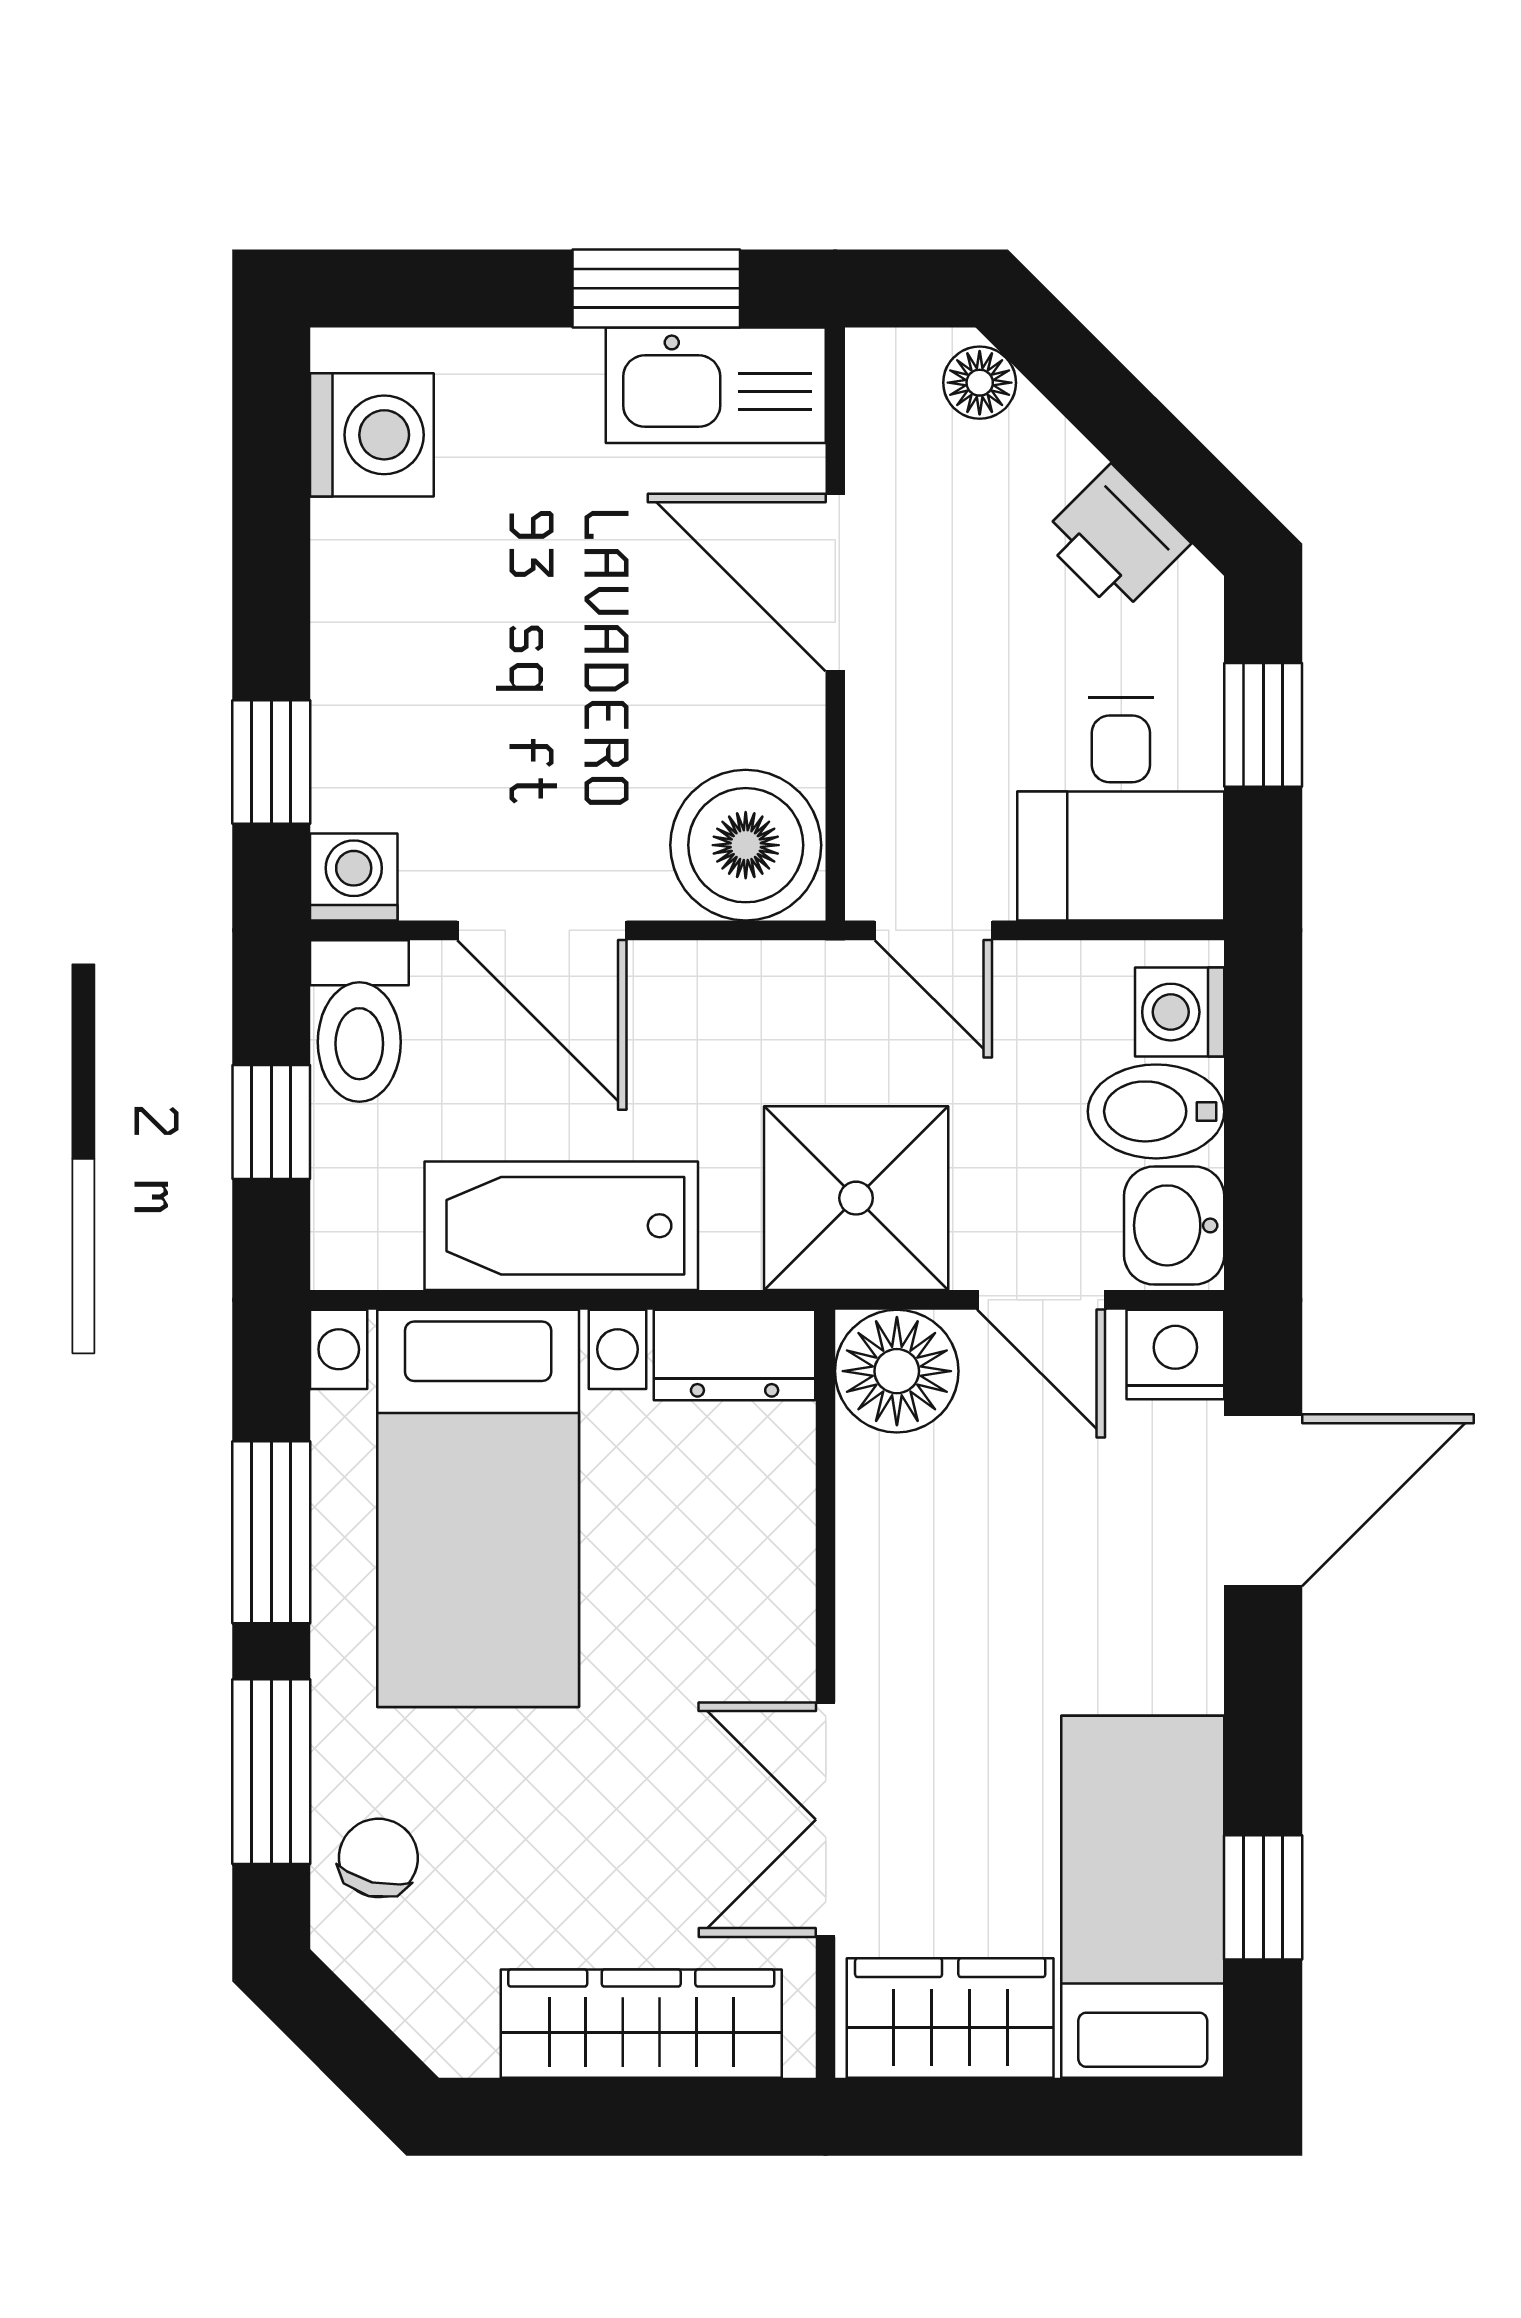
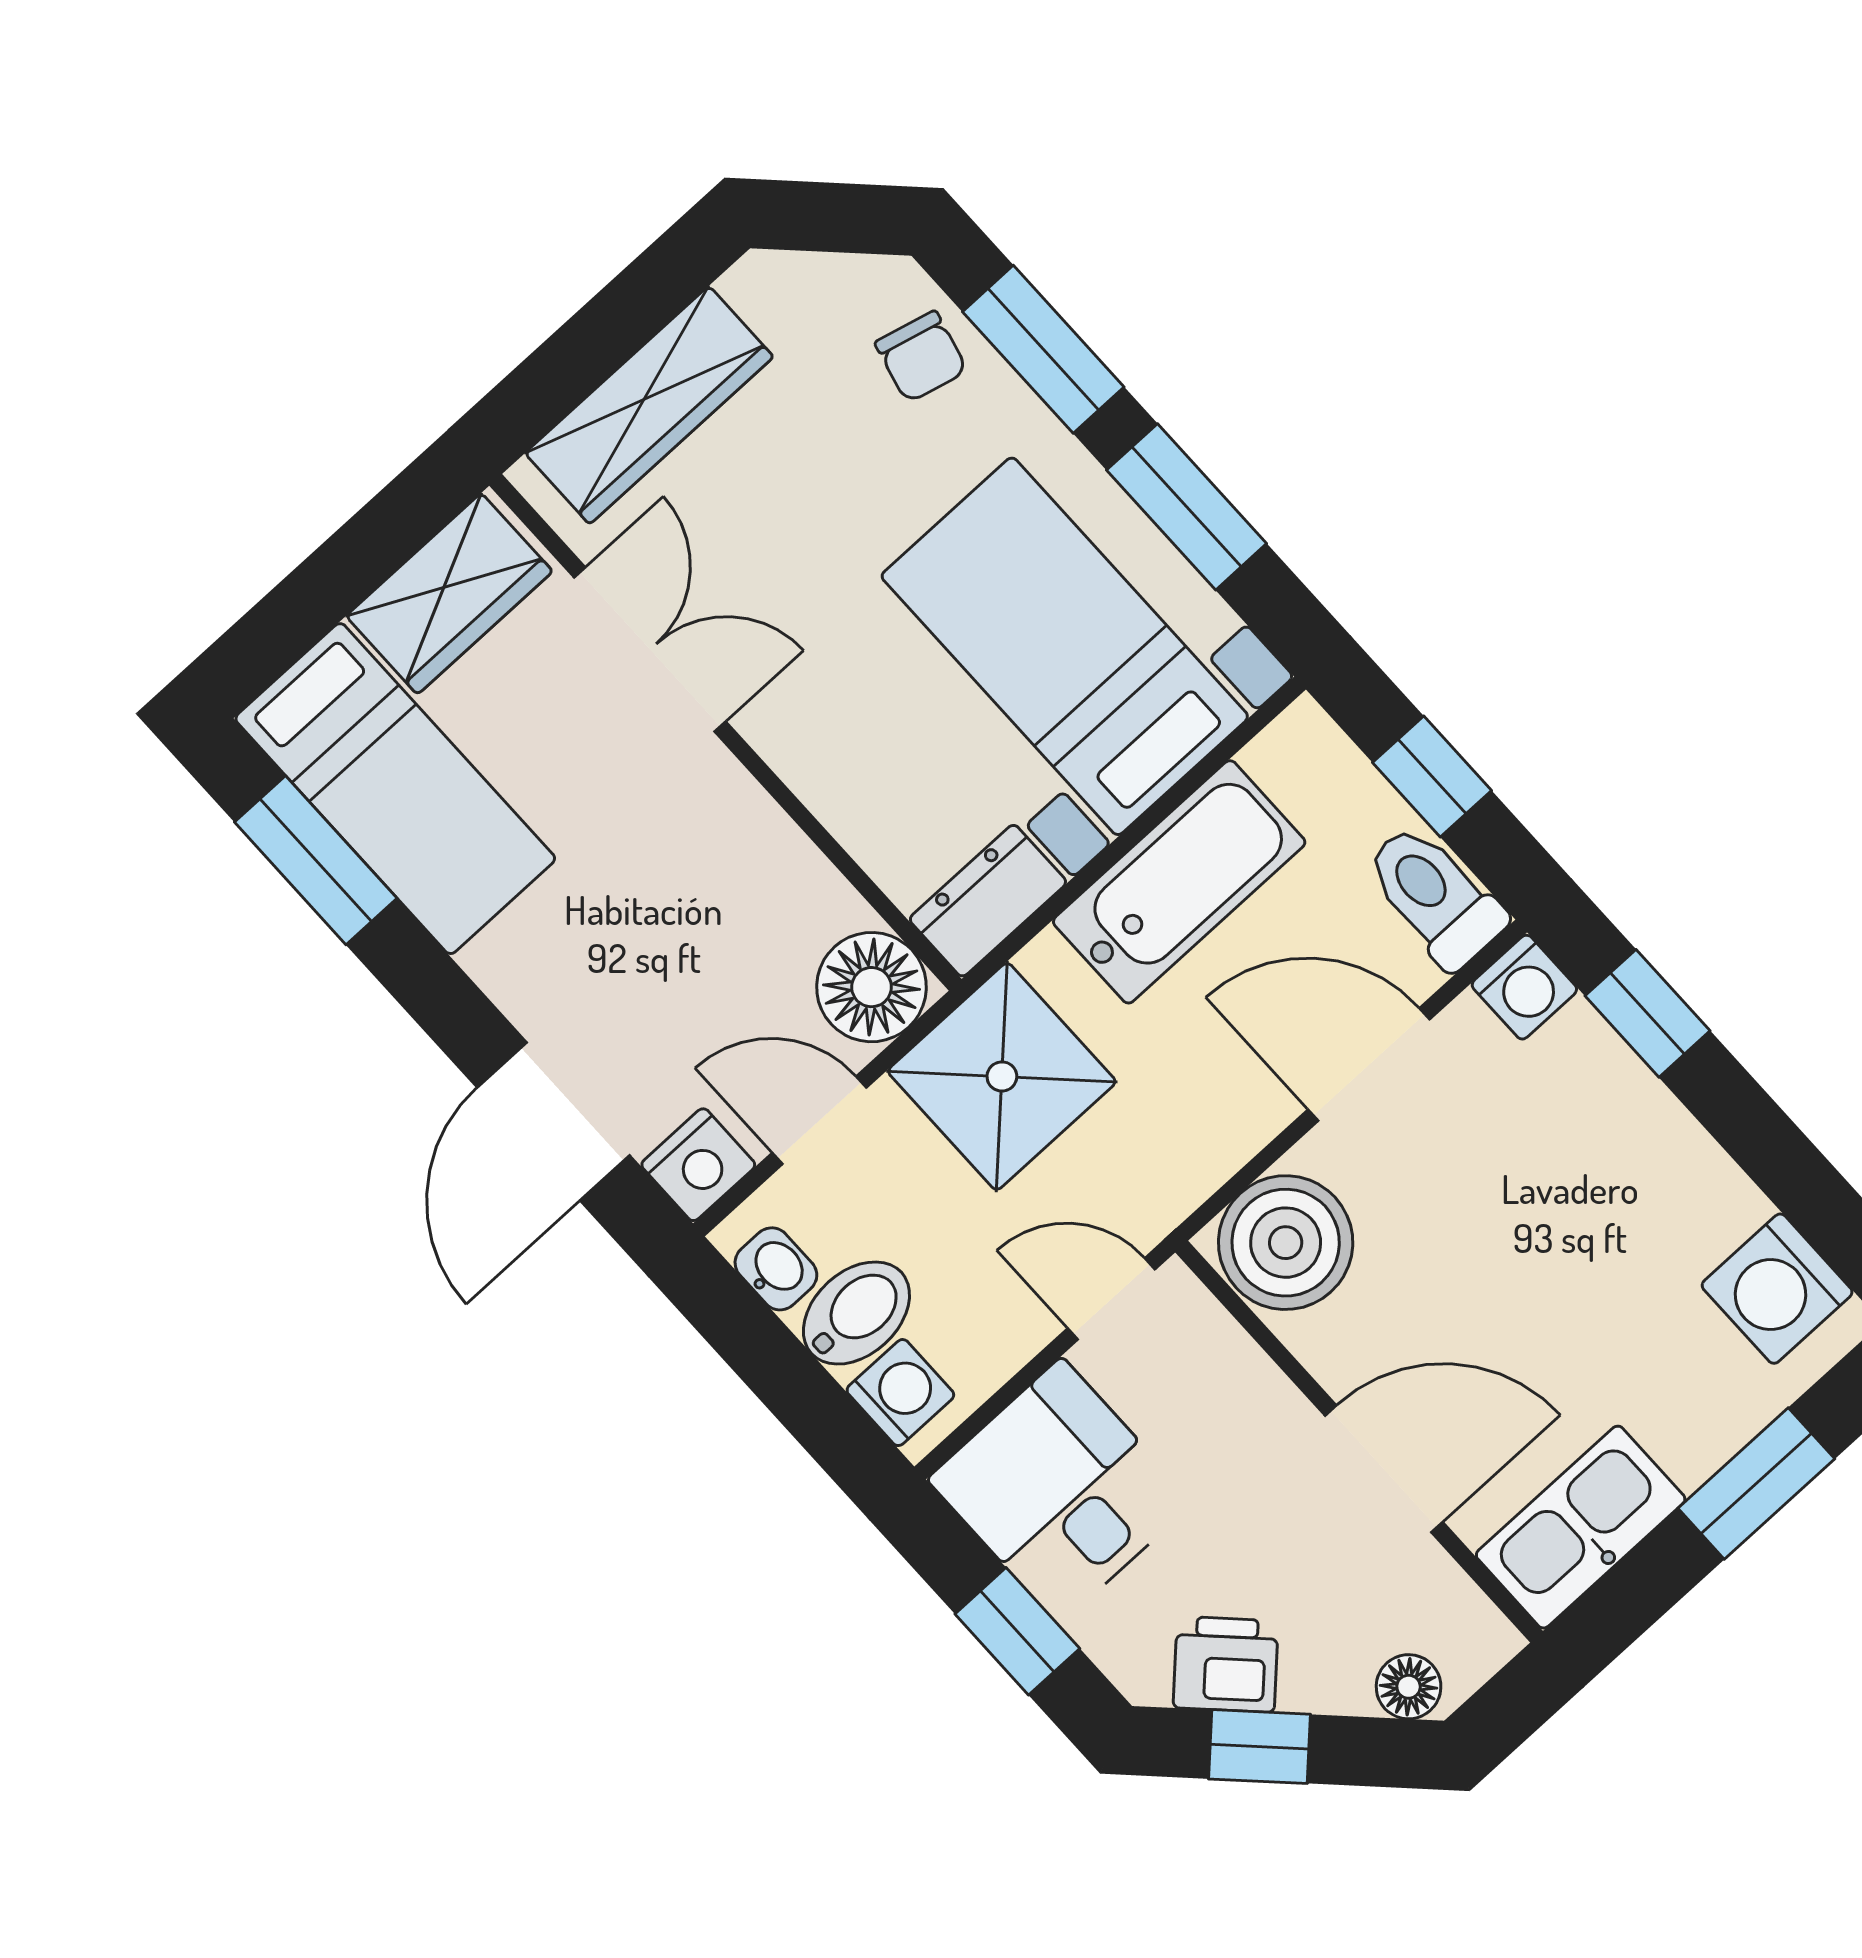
window: (656, 288) -> (1756, 1484), moved
window: (1149, 446) -> (1259, 1747), added
washbasin: (1174, 1225) -> (776, 1269), width x0.72, depth x0.69
window: (1263, 1897) -> (316, 860), width x1.50

